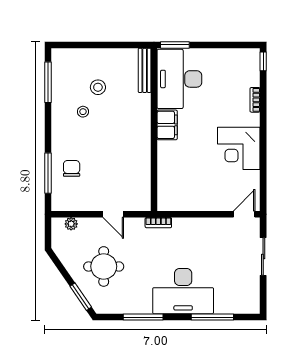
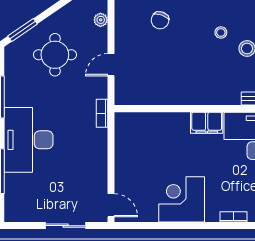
chair: (72, 168) -> (160, 20), turned 109

